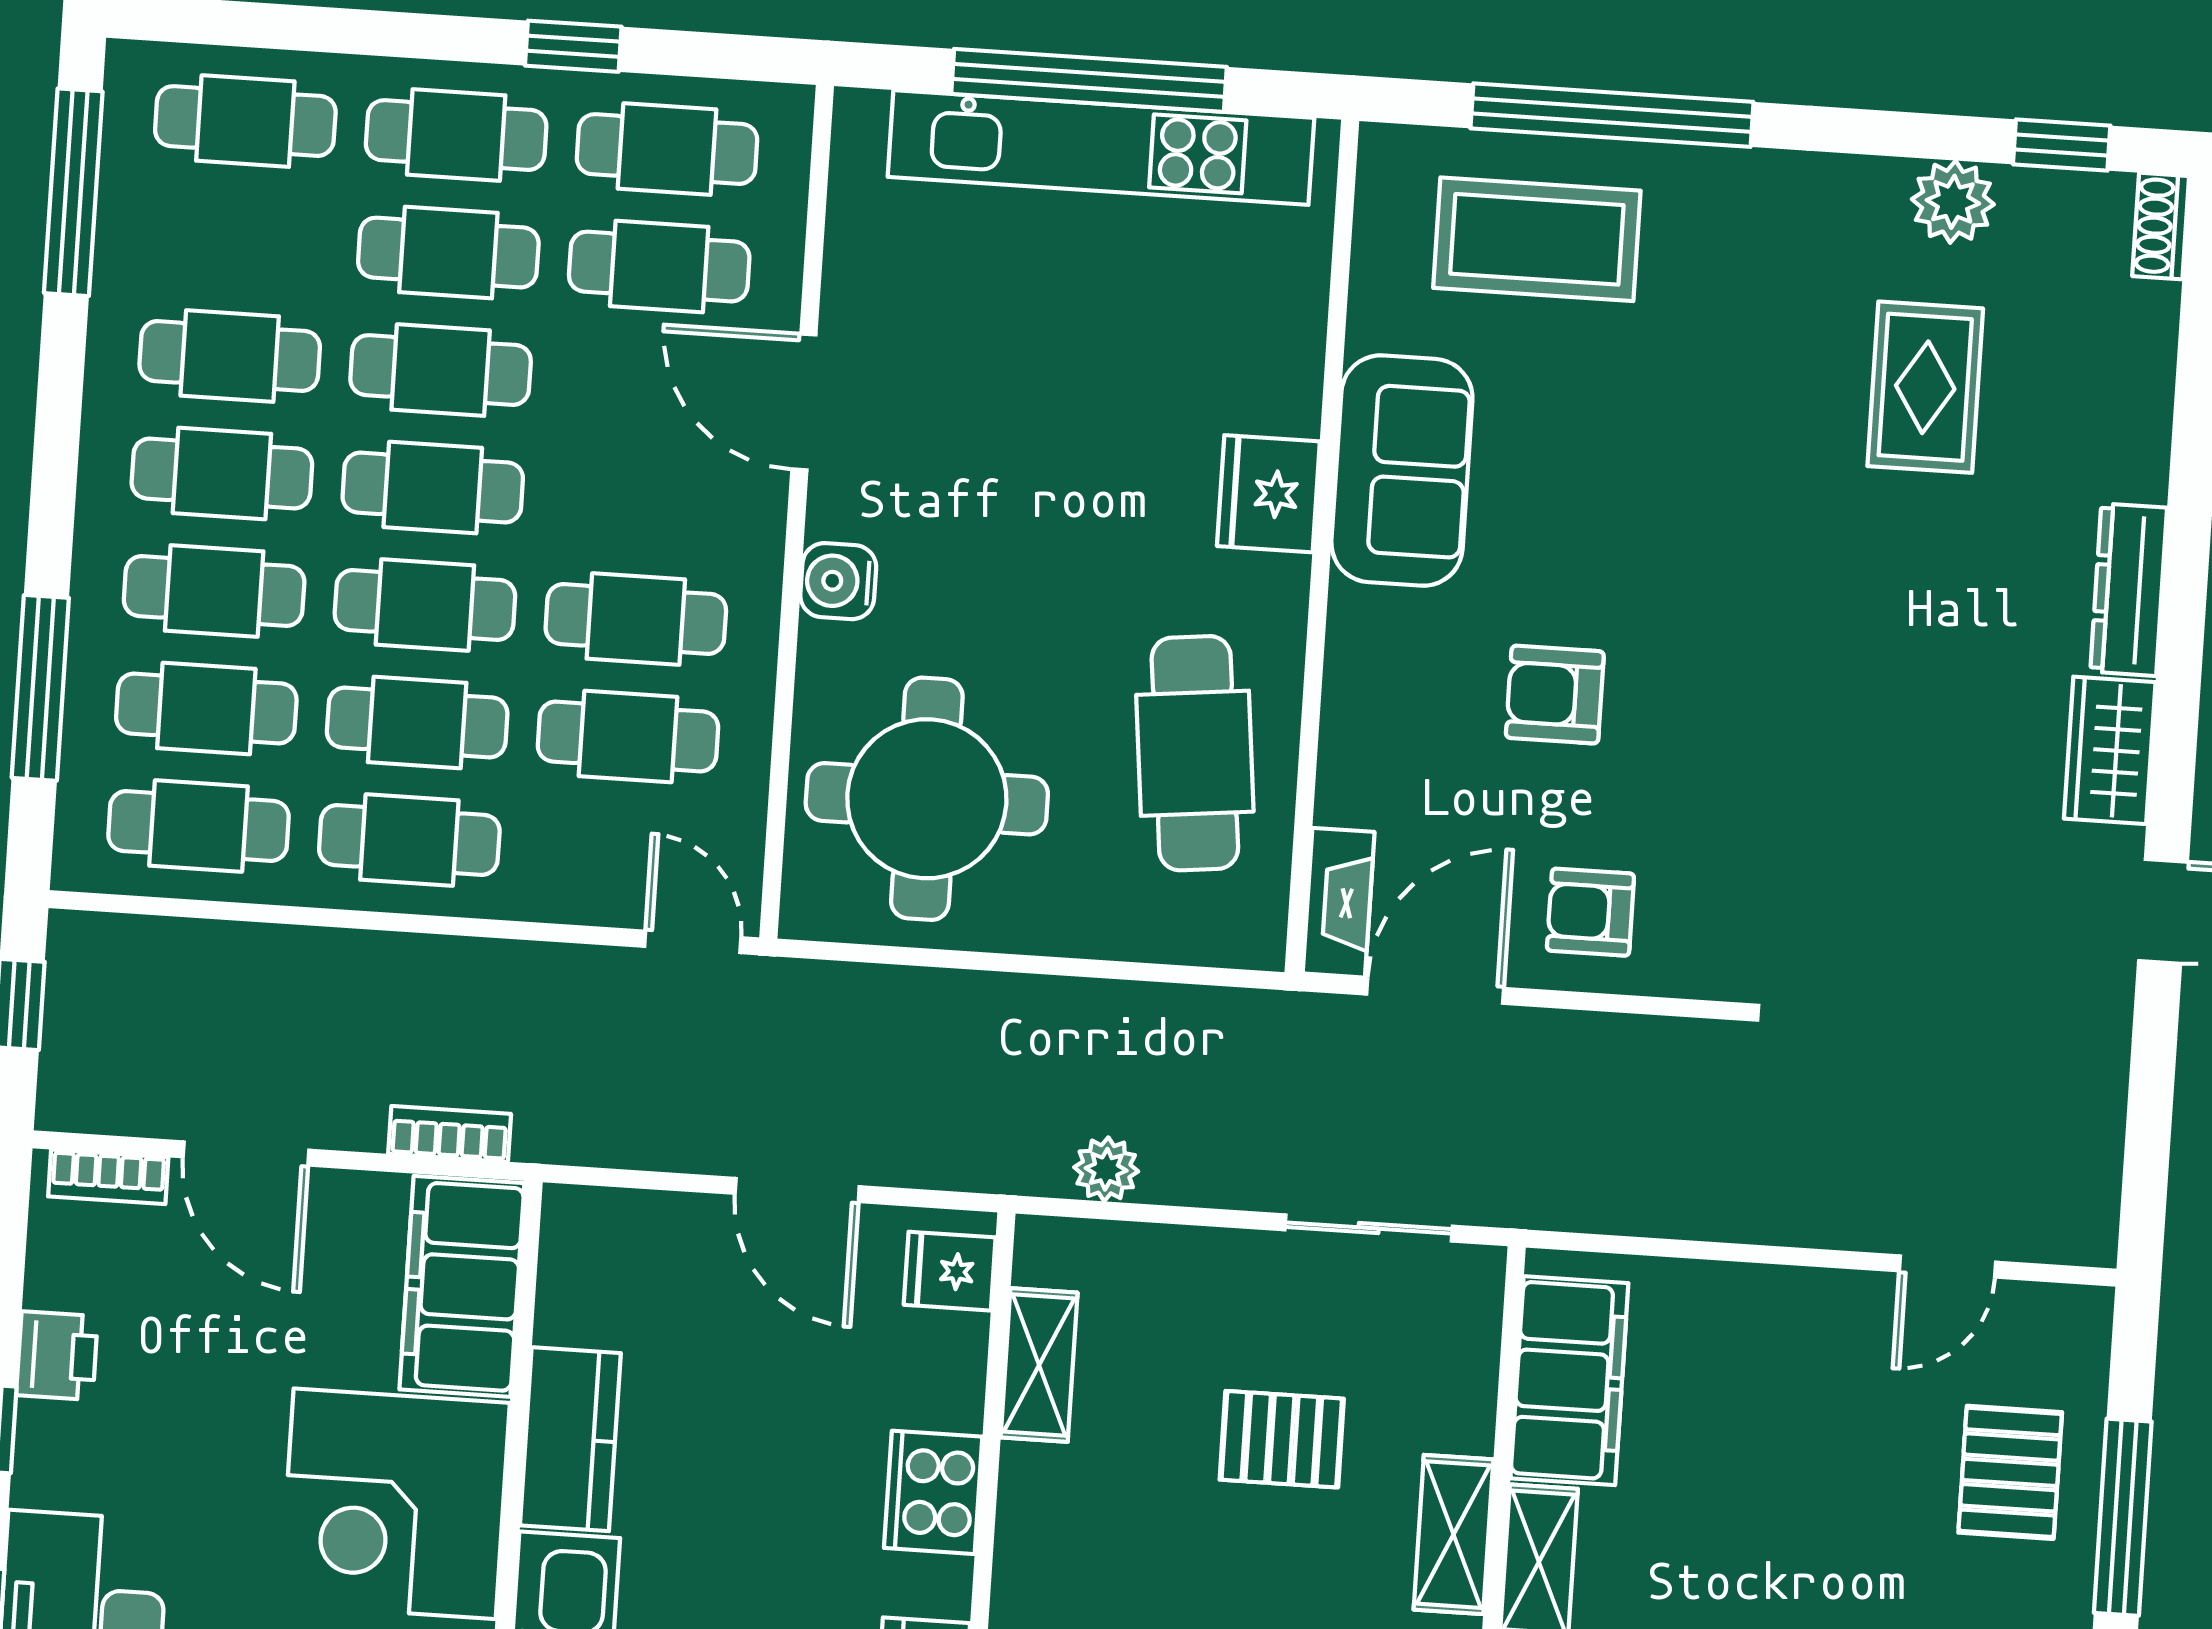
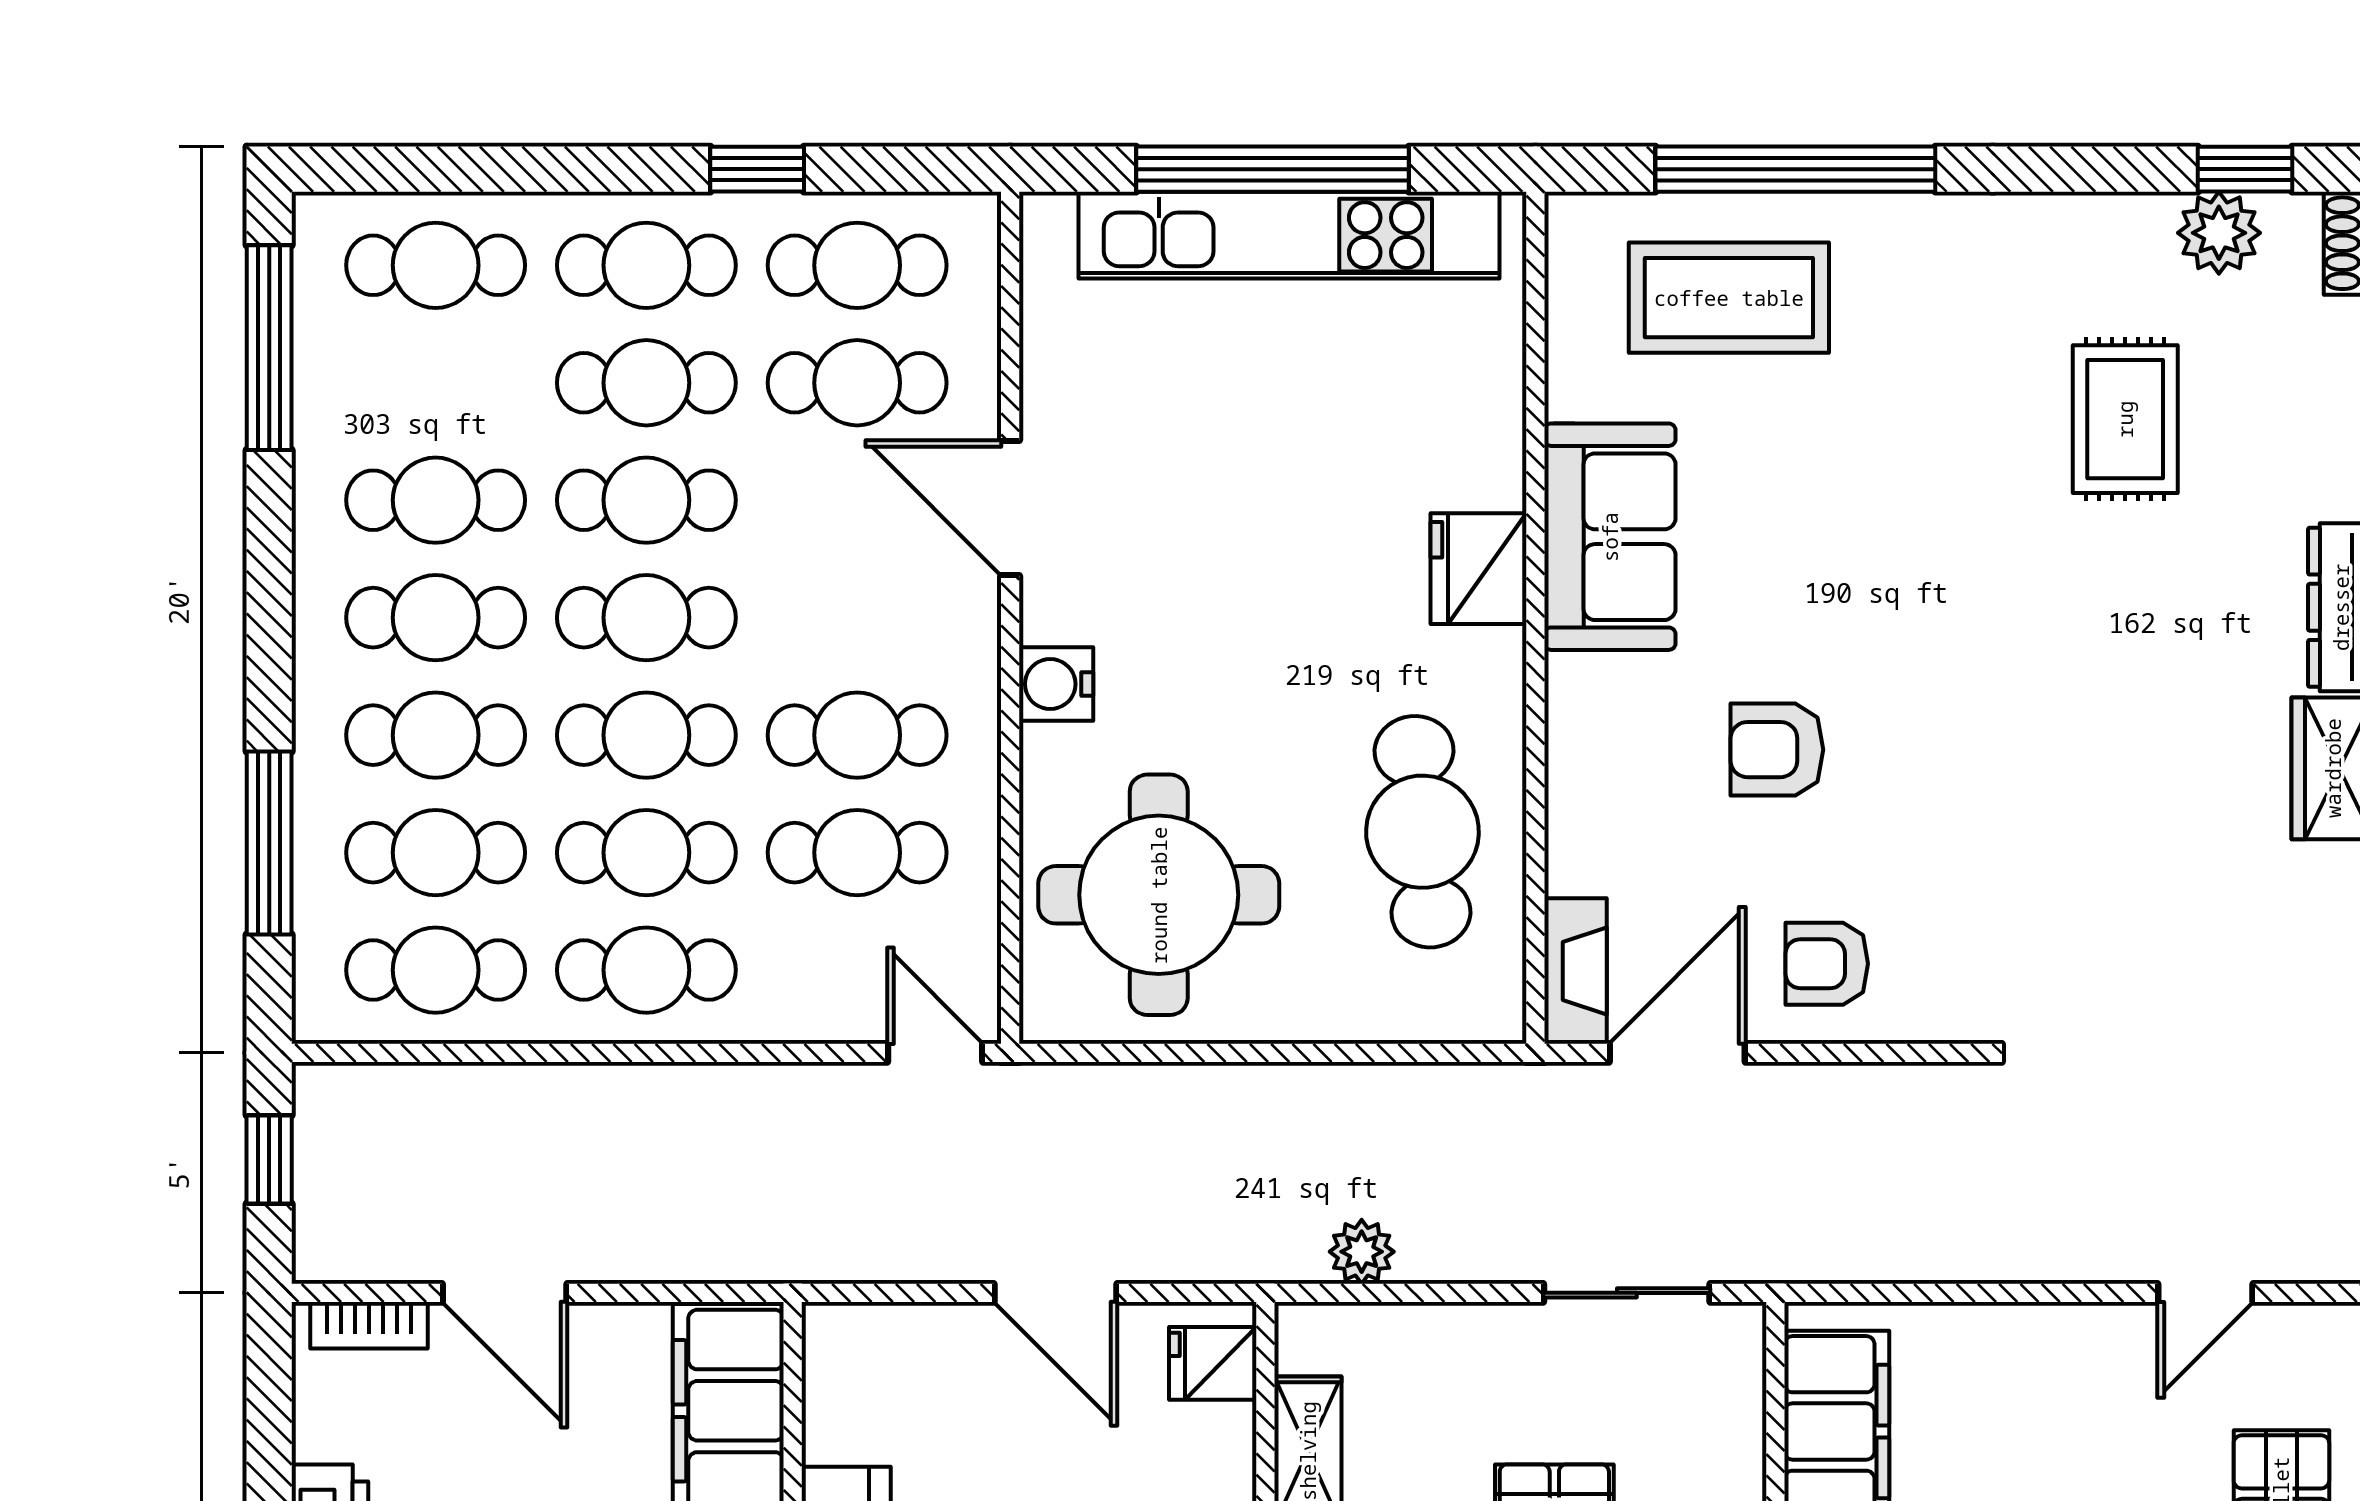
plant: (1953, 202) -> (2219, 233), moved
bookcase: (450, 1134) -> (706, 1260), removed

